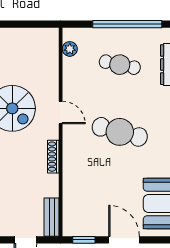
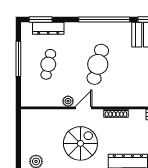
window: (127, 24) -> (18, 59), width x0.68
plant: (70, 49) -> (68, 101), moved

